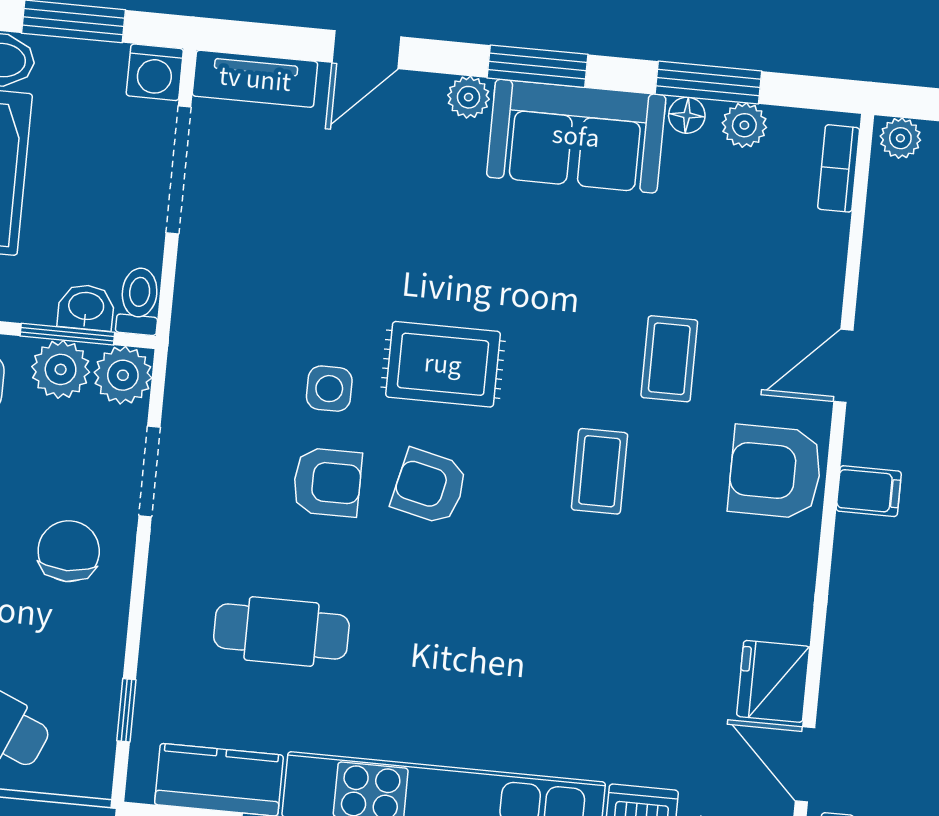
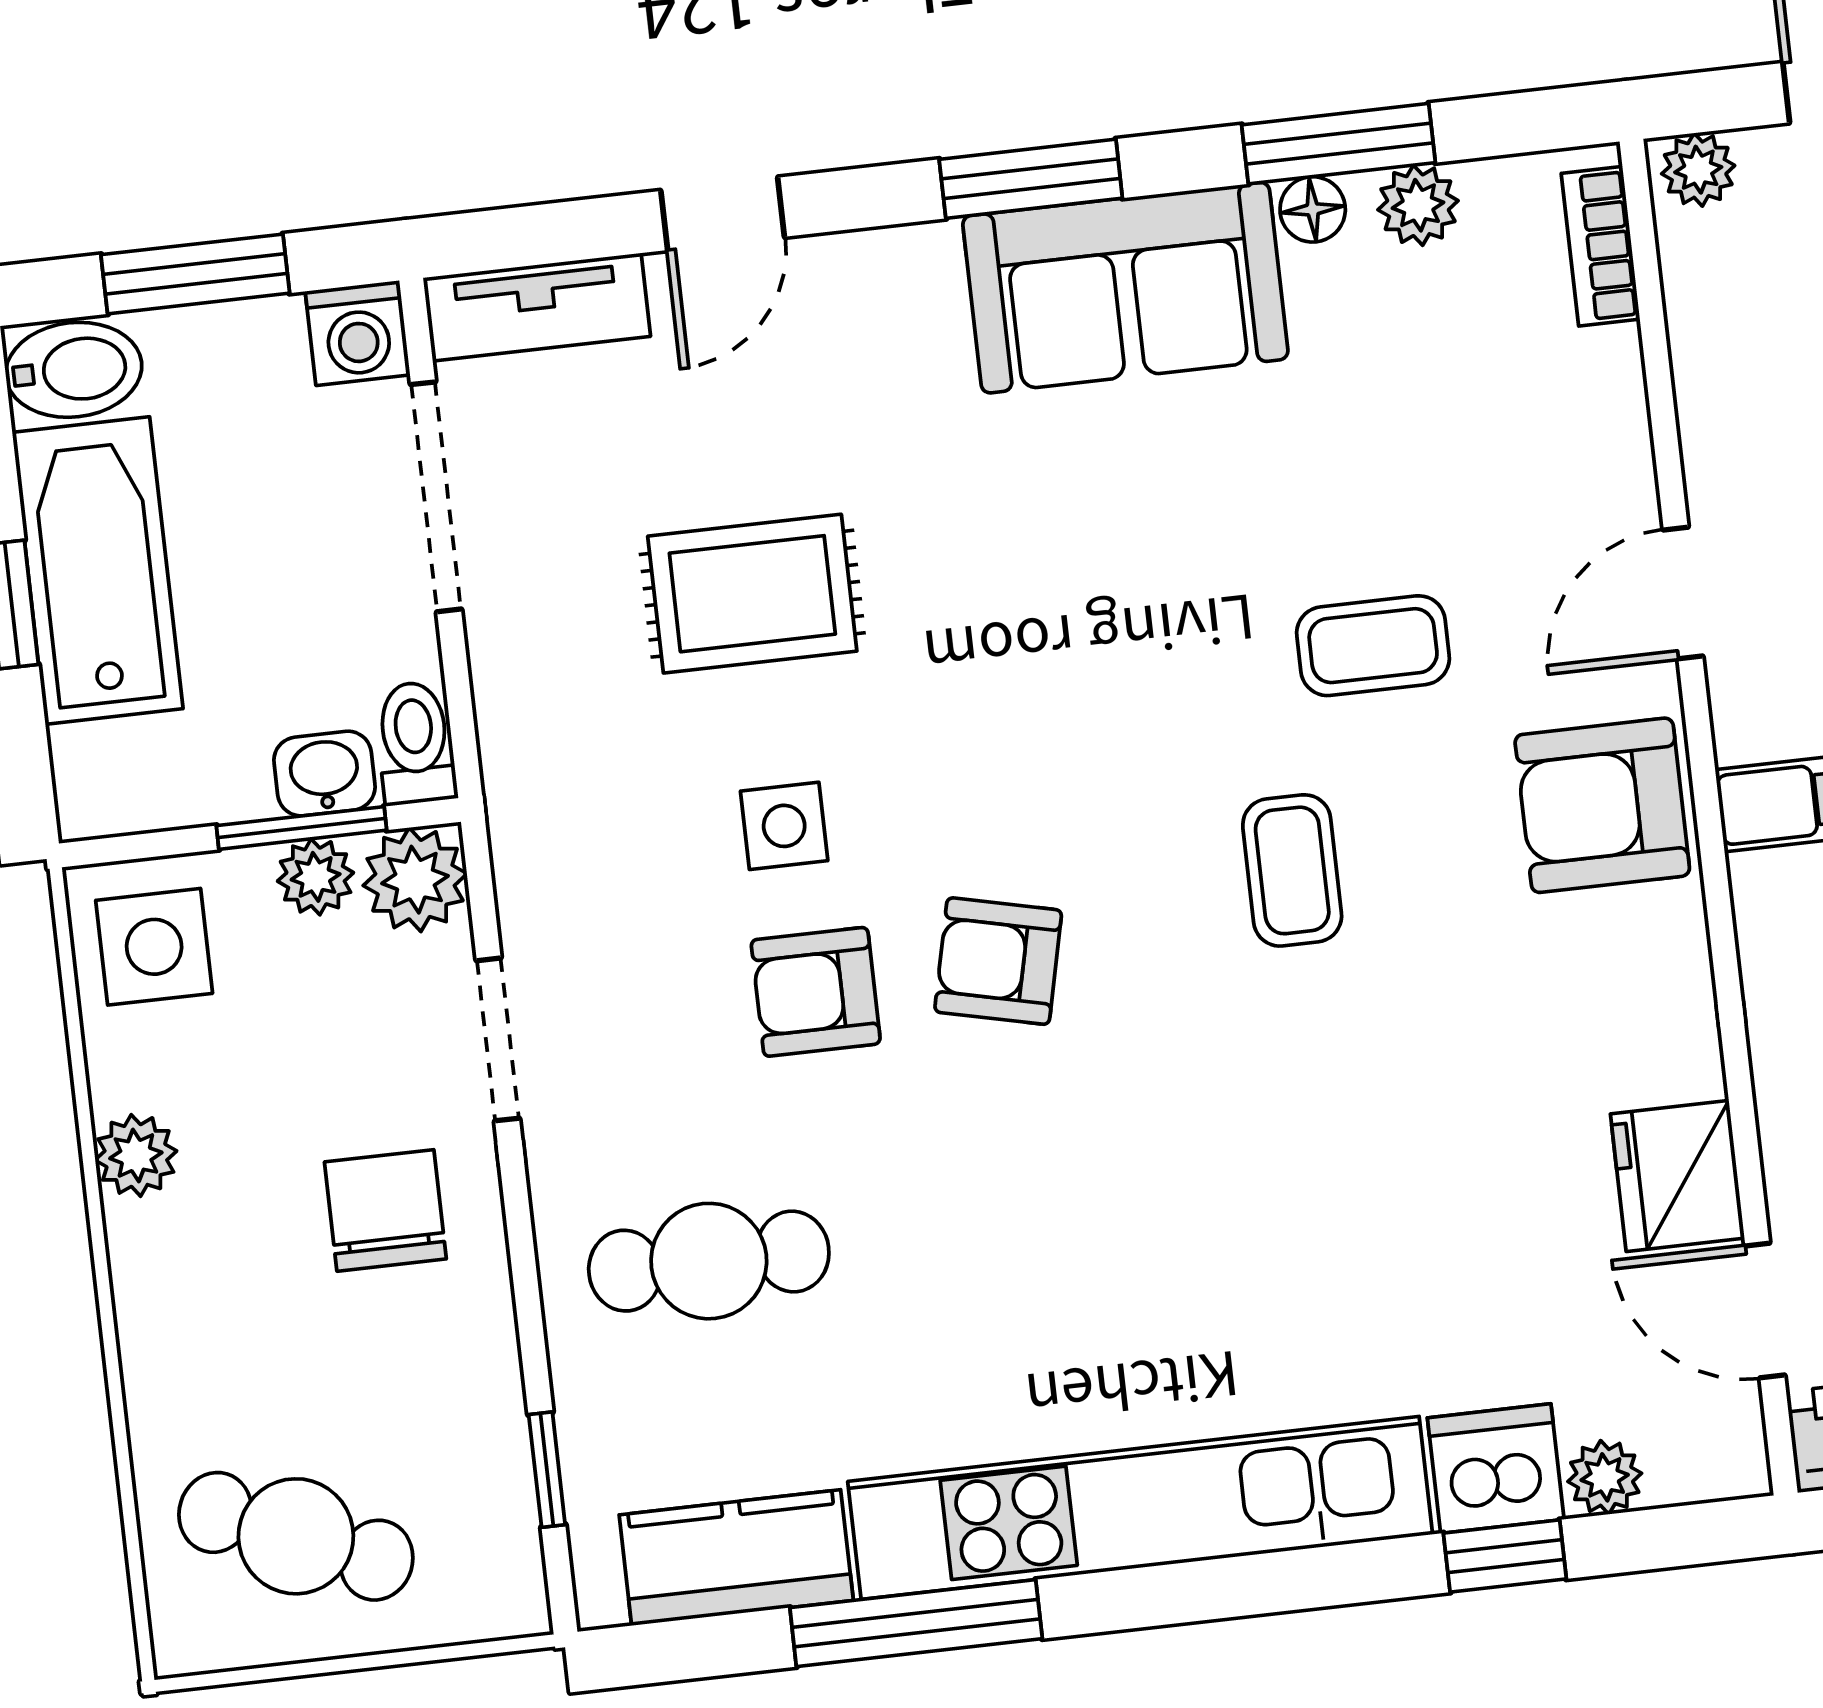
plant: (468, 97) -> (921, 259), removed
coffee table: (669, 359) -> (1373, 646), turned 90
rug: (443, 364) -> (752, 594), moved
plant: (61, 369) -> (316, 877), width x0.73, depth x0.73
armchair: (327, 482) -> (816, 992), turned 180
cafe table: (281, 631) -> (709, 1261), moved

